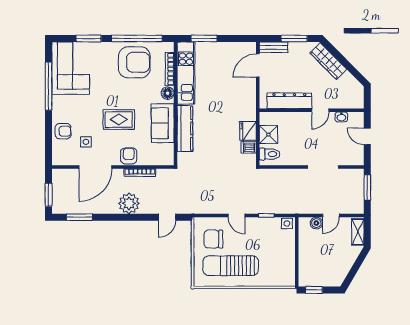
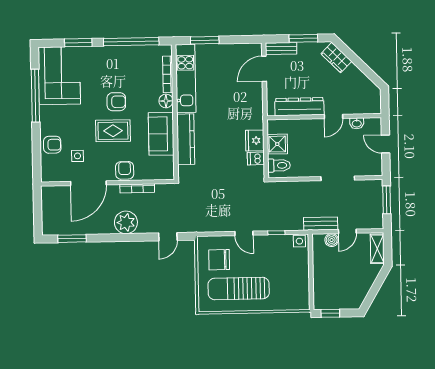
wardrobe: (328, 61) -> (336, 58), width x0.67
armchair: (134, 62) -> (116, 102), moved, width x0.53, depth x0.53
window: (49, 195) -> (38, 215), removed
bench: (307, 208) -> (321, 224), added

